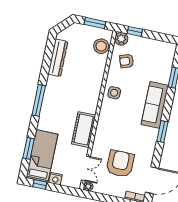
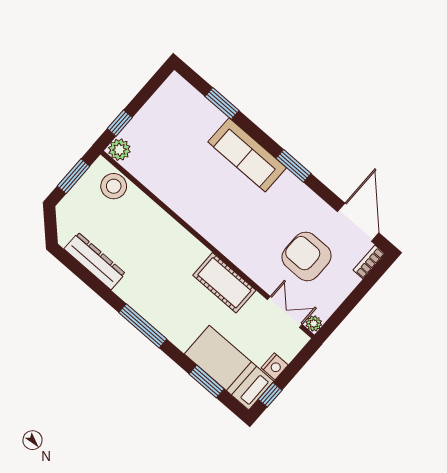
armchair: (127, 61) -> (157, 160), removed
side table: (114, 93) -> (195, 206), removed

